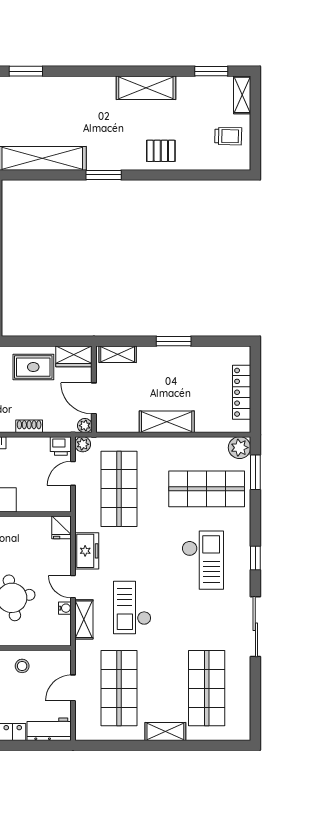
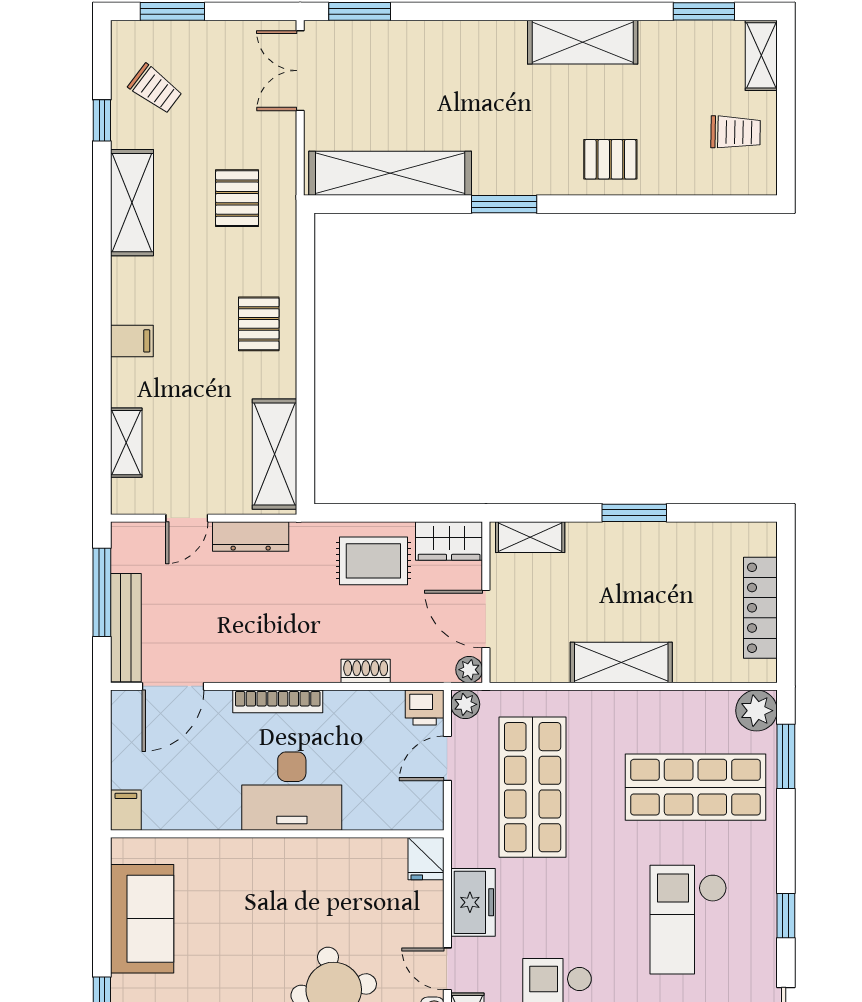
checkout: (203, 560) -> (688, 920), turned 180

